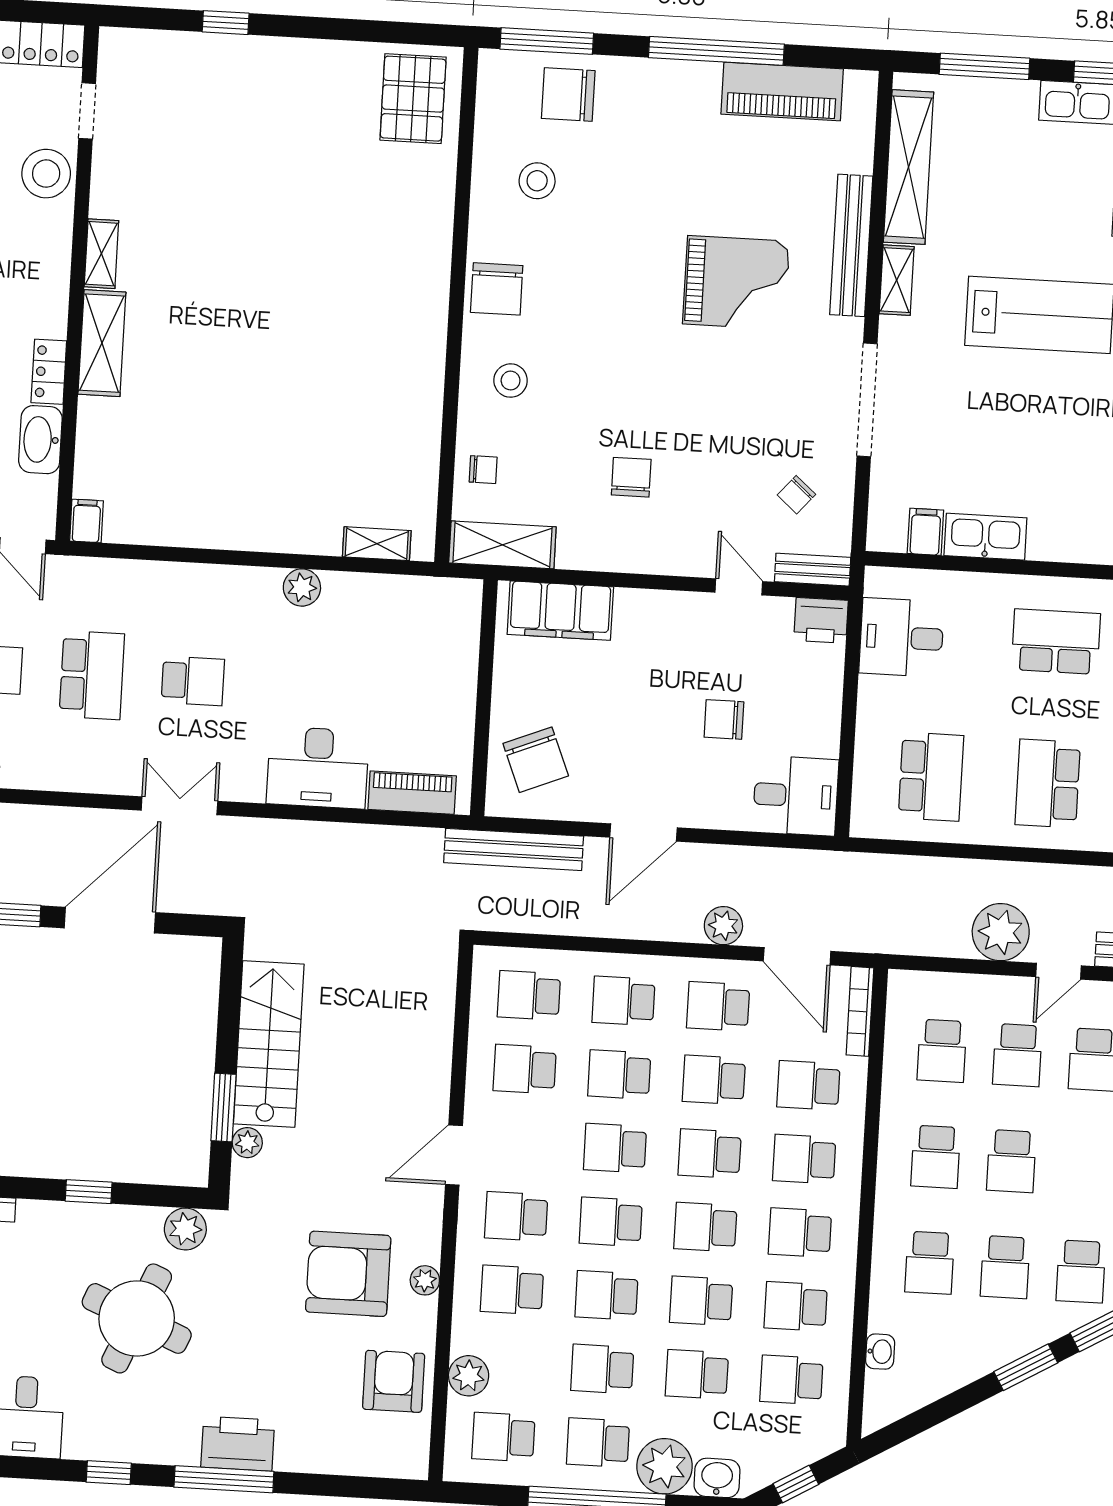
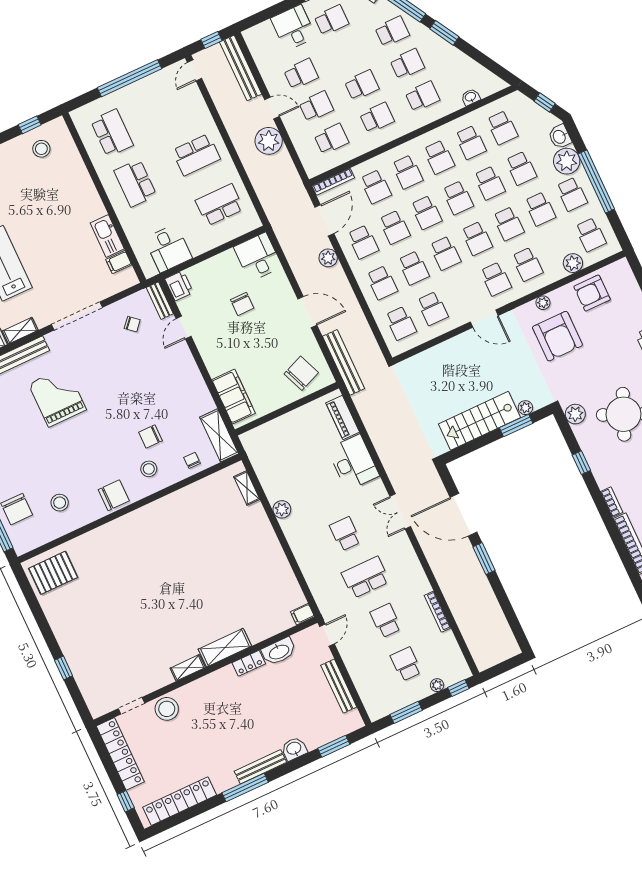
chair: (631, 477) -> (150, 437), moved

